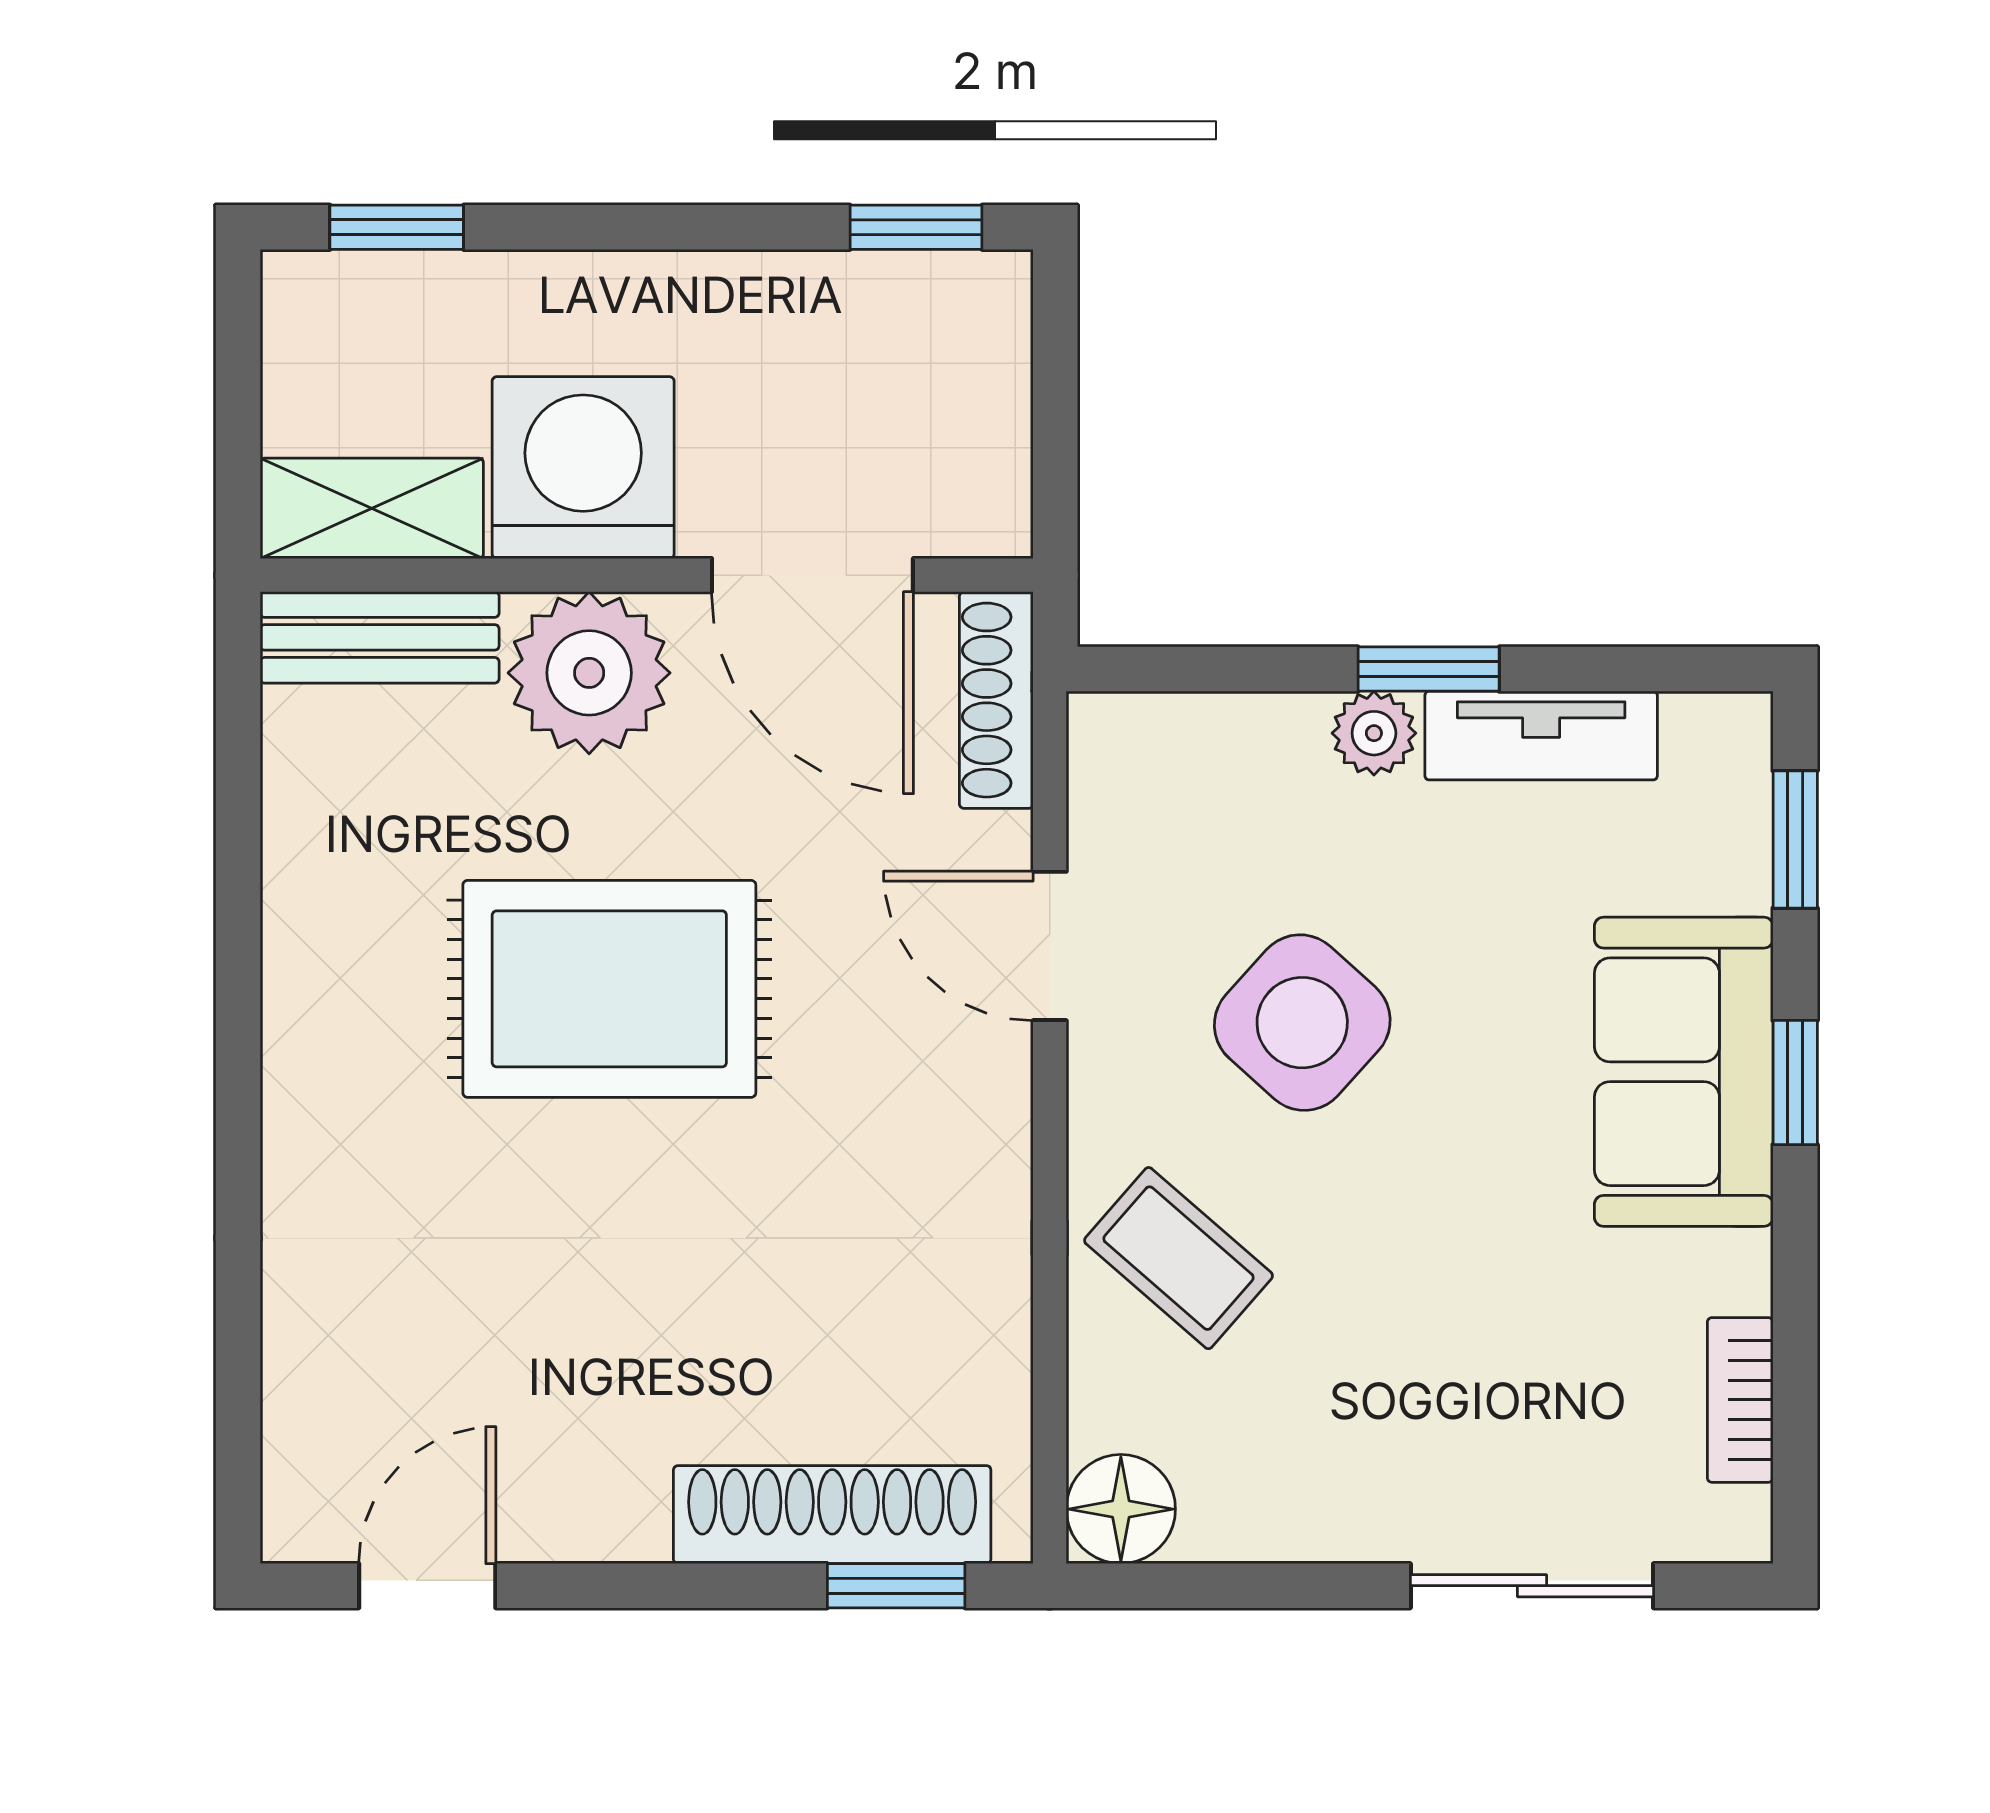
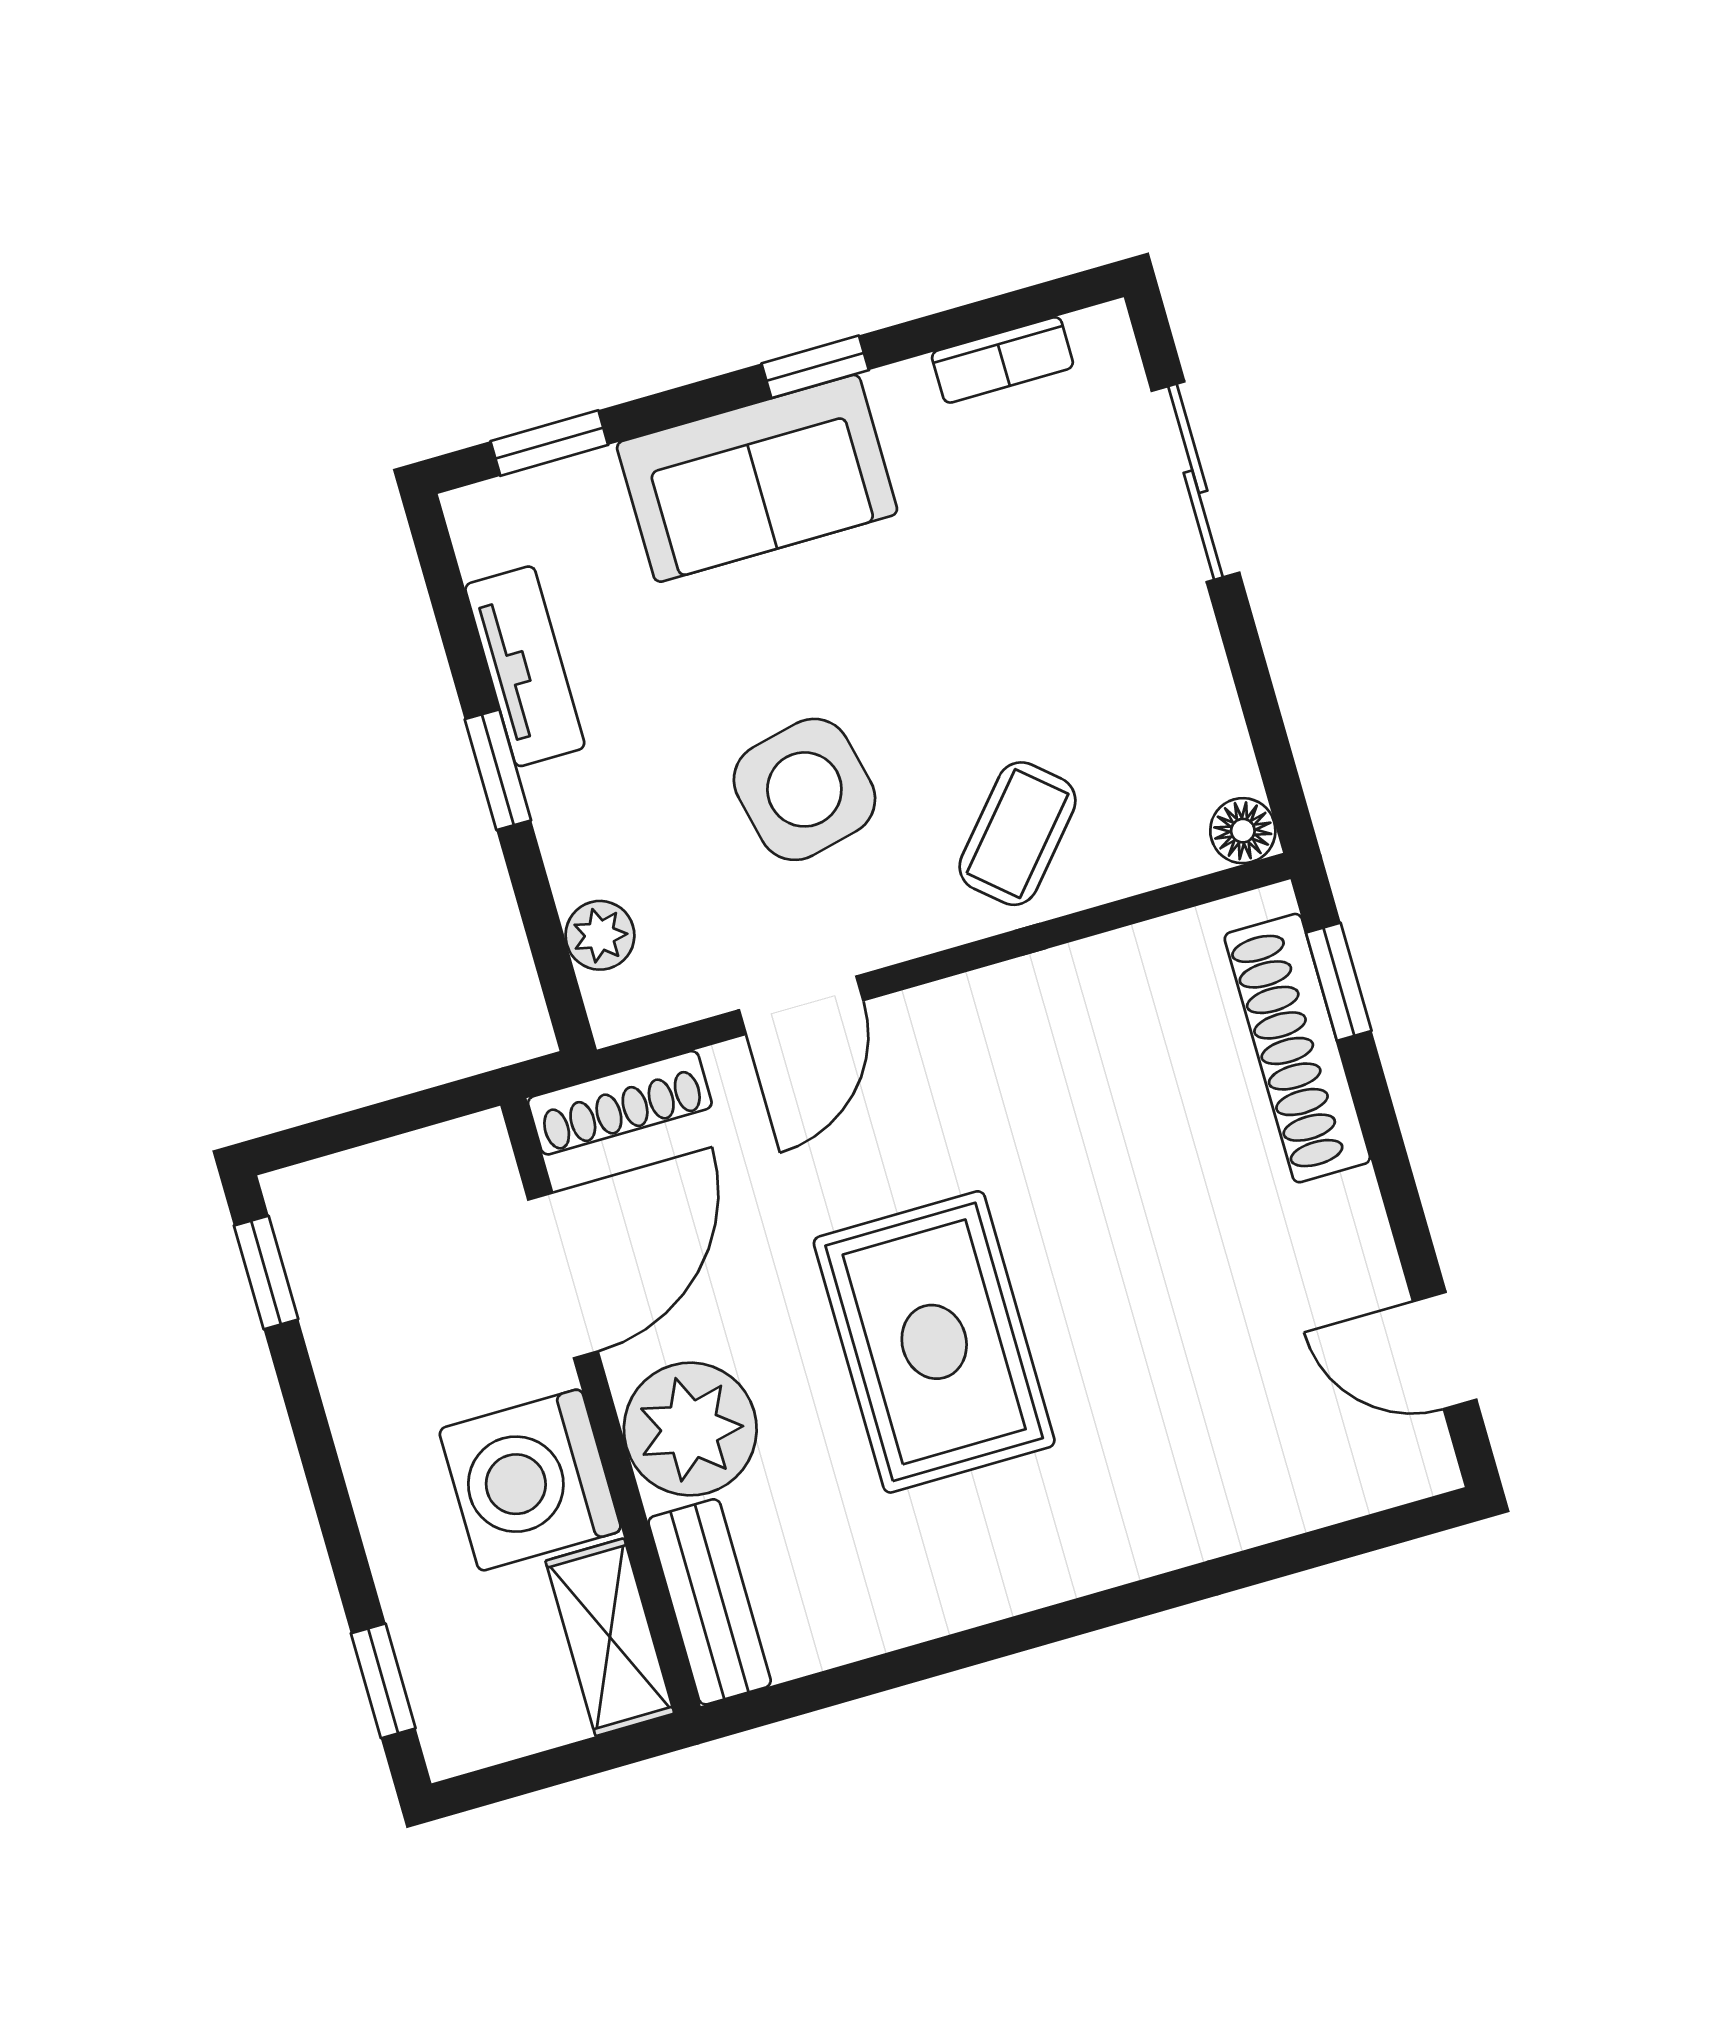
plant: (1374, 733) -> (600, 935), moved
side table: (1302, 1023) -> (804, 789), turned 35
window: (1795, 1082) -> (815, 367), moved
floor lamp: (1121, 1509) -> (1243, 831), width x0.73, depth x0.73

